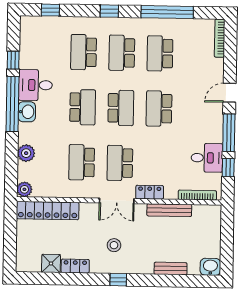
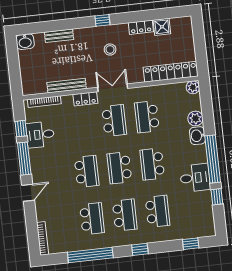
washbasin: (27, 112) -> (197, 136), moved
school desk: (82, 162) -> (147, 117), turned 180

